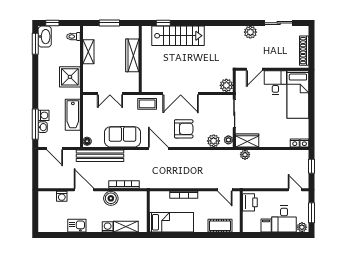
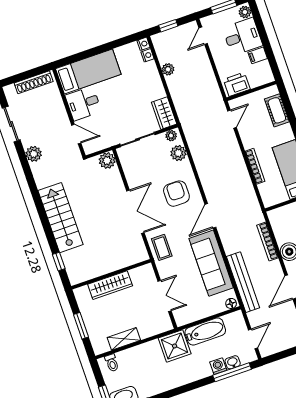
stairs: (178, 36) -> (60, 218), moved
shower: (70, 77) -> (175, 346), moved
sofa: (122, 137) -> (211, 263), width x1.36
plant: (245, 155) -> (168, 69), moved

